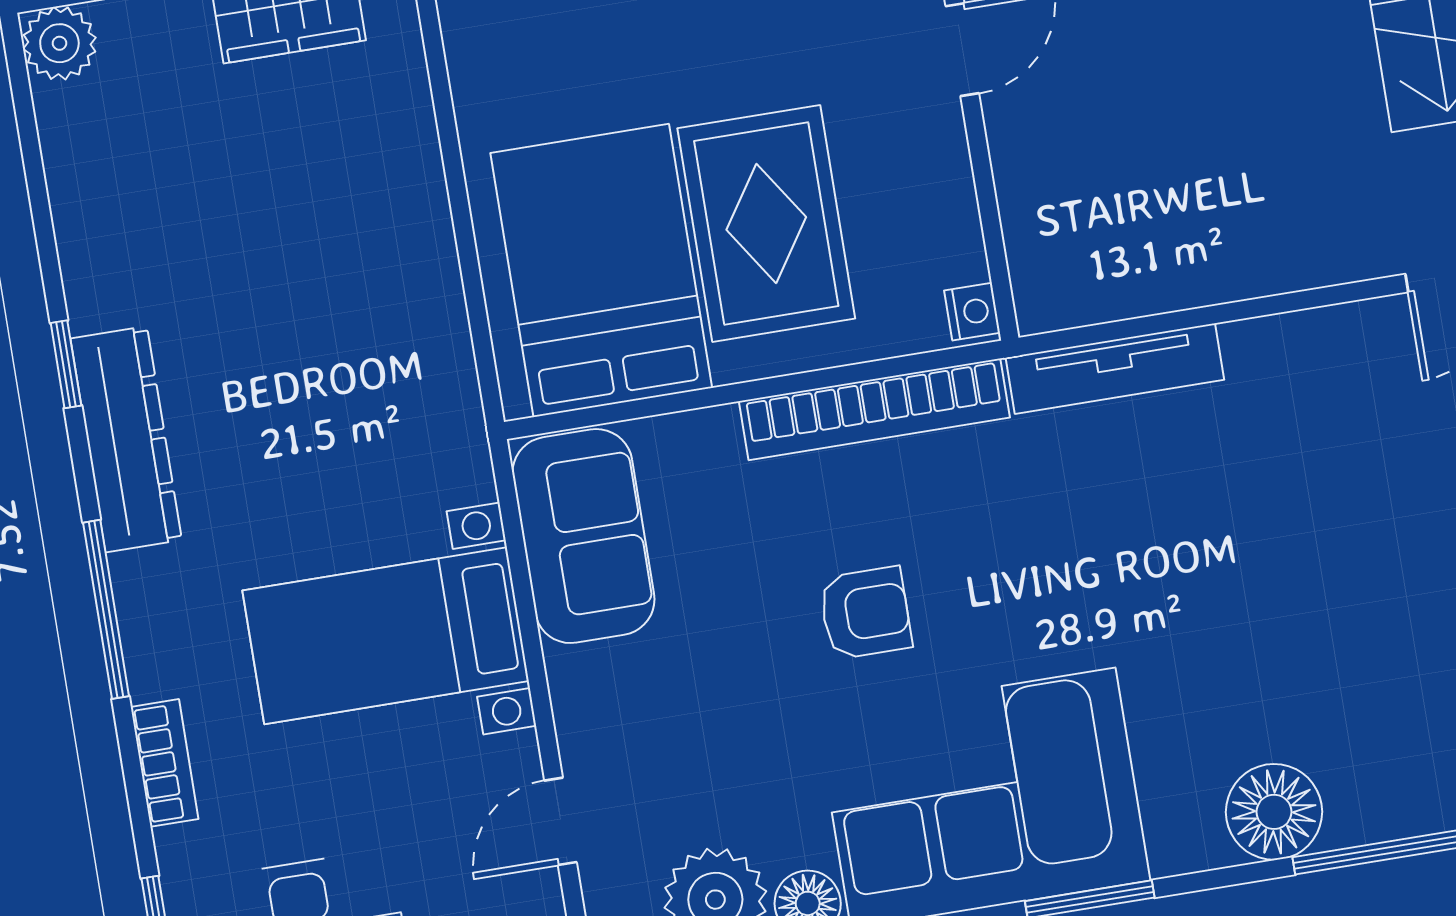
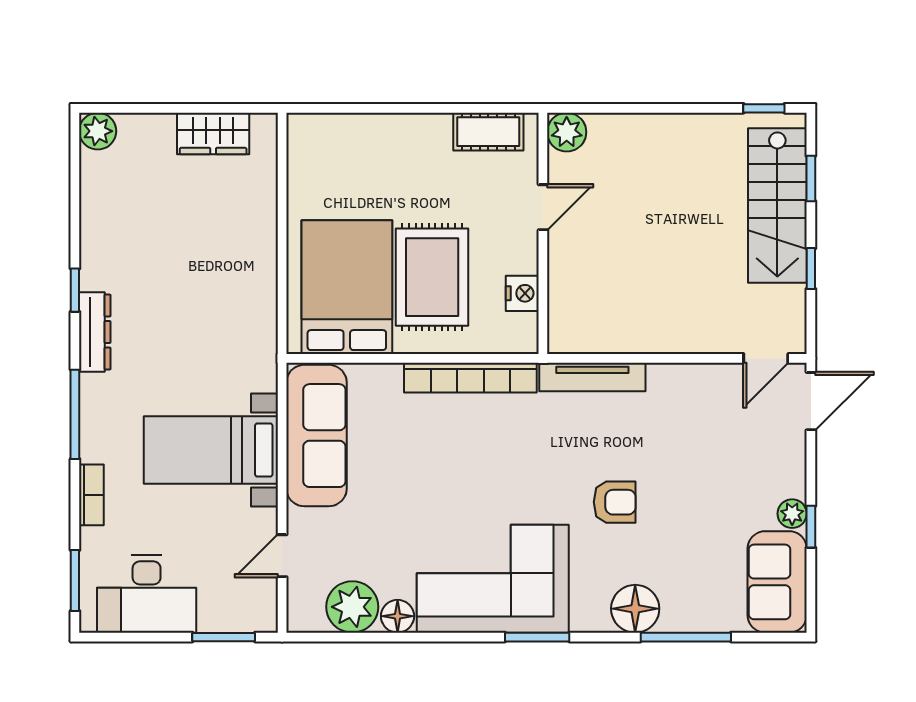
nightstand: (972, 312) -> (522, 293), moved, width x1.39, depth x1.35
dresser: (126, 439) -> (95, 332), width x0.73, depth x0.80
sofa: (583, 536) -> (317, 436), width x1.36
armchair: (865, 613) -> (615, 502), moved

